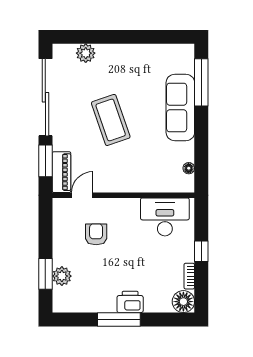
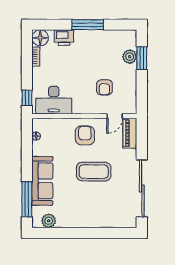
plant: (86, 53) -> (49, 221), moved
coffee table: (111, 120) -> (94, 172), turned -71
window: (45, 161) -> (142, 142), removed
armchair: (123, 169) -> (85, 135), added
window: (201, 251) -> (27, 98), moved
printer: (130, 302) -> (64, 38), moved

